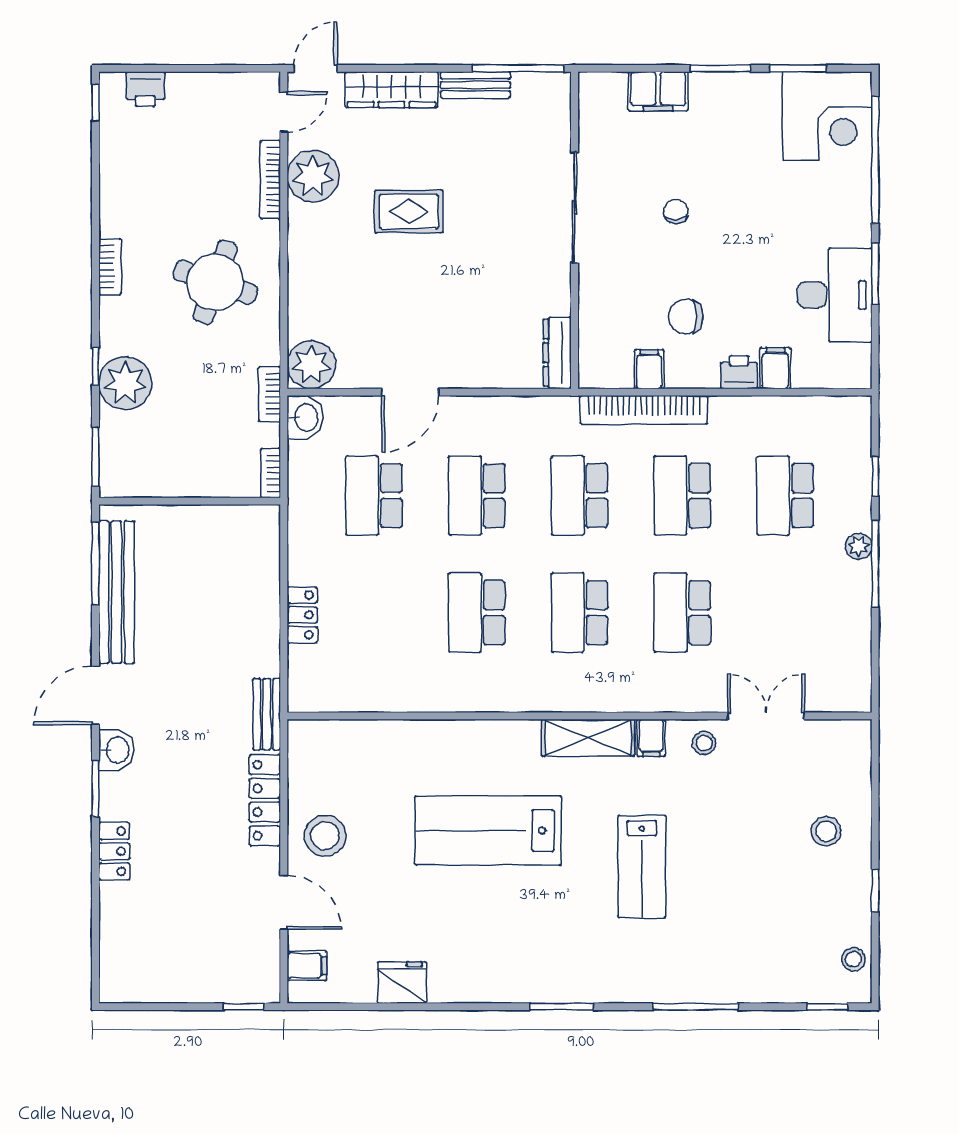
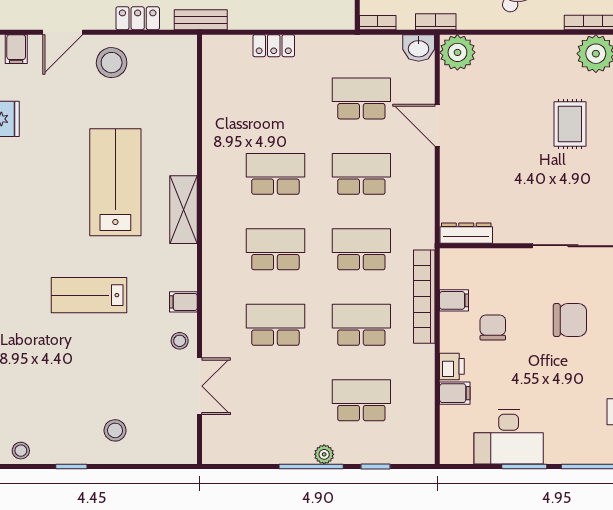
chair: (676, 211) -> (570, 320), width x1.87, depth x1.87
shelving: (588, 738) -> (184, 210), moved
locker: (265, 800) -> (138, 18), width x0.66

